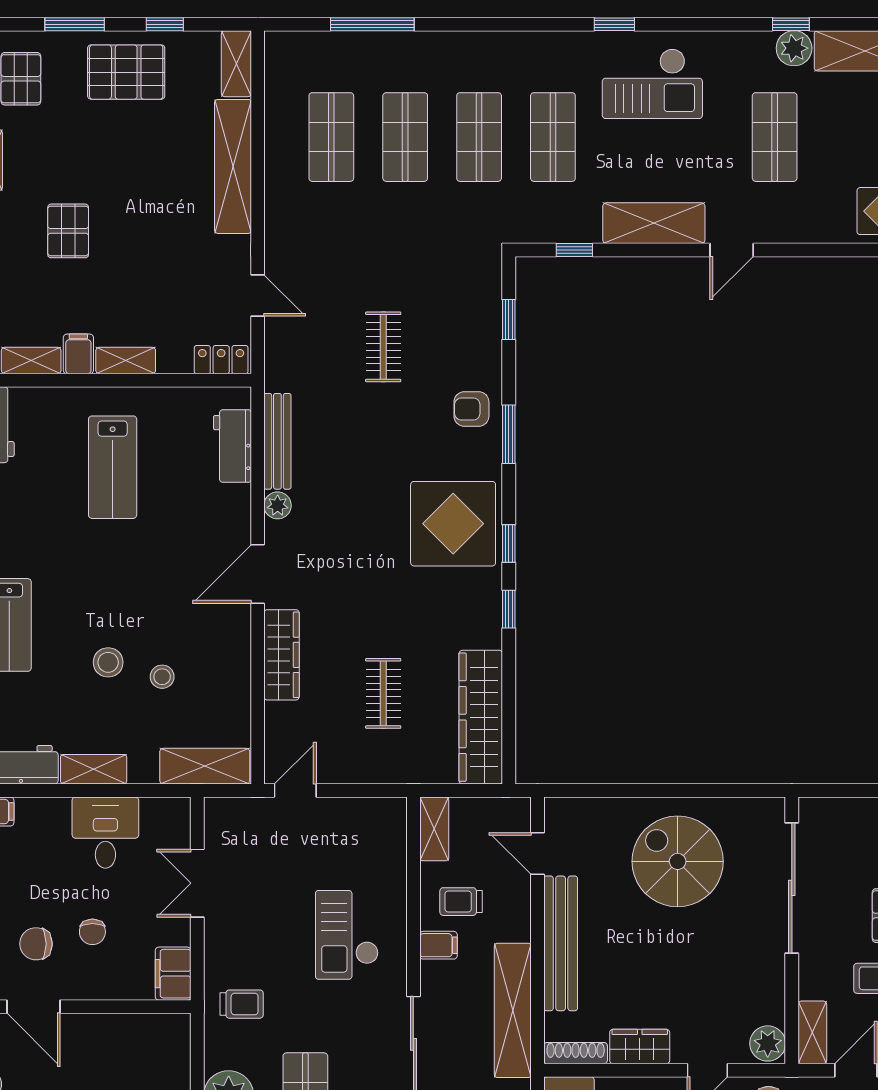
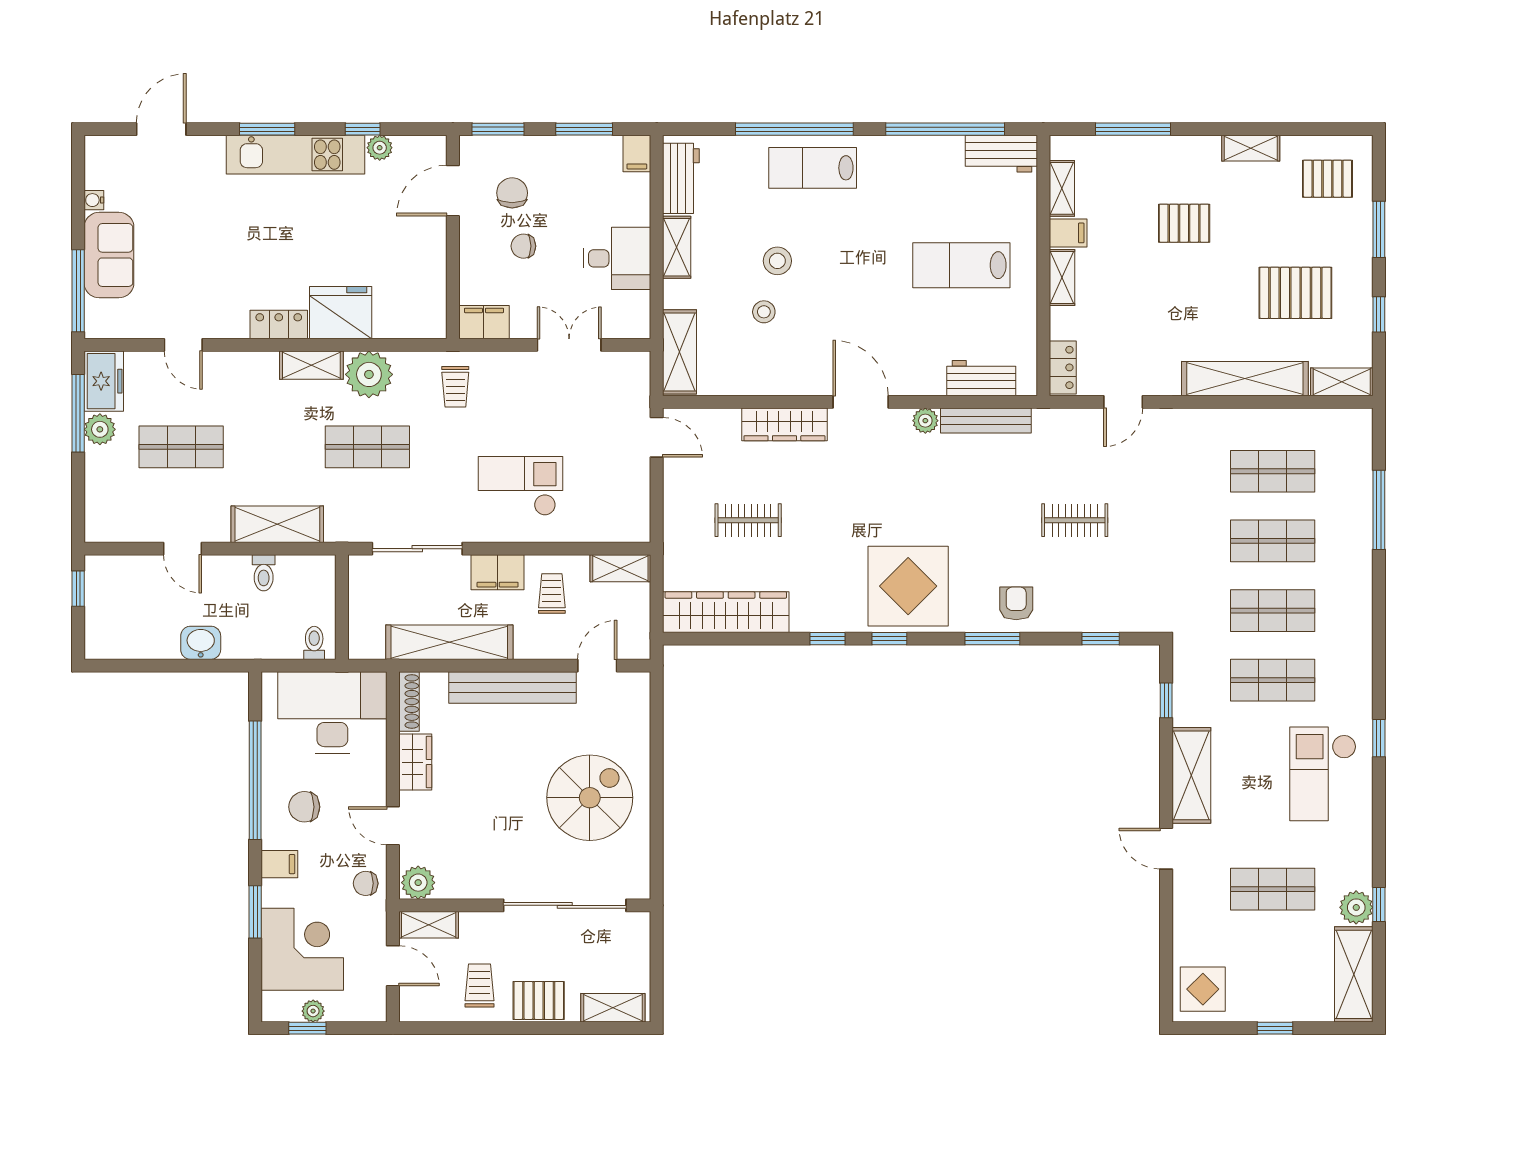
pallet: (126, 72) -> (1295, 293), moved, turned 90
filing cabinet: (438, 945) -> (498, 572), width x2.00

